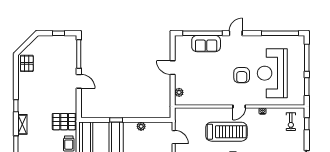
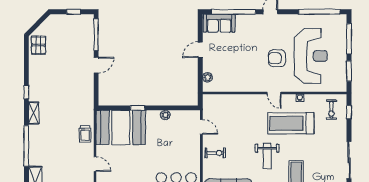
sofa: (206, 44) -> (219, 23), moved
door: (173, 68) -> (200, 50), hinge flipped
reception desk: (272, 73) -> (311, 56), turned 180
armchair: (242, 75) -> (277, 58), turned 90
door: (79, 81) -> (96, 65), hinge flipped
door: (239, 107) -> (274, 93), hinge flipped
pallet: (64, 122) -> (80, 110), removed
treadmill: (226, 132) -> (291, 123), moved, turned 180

